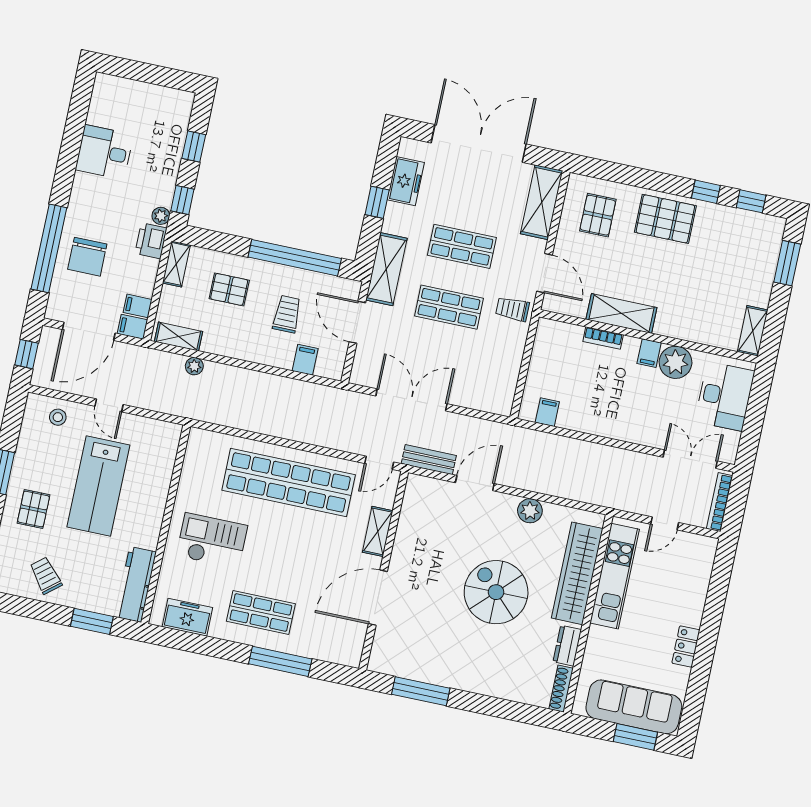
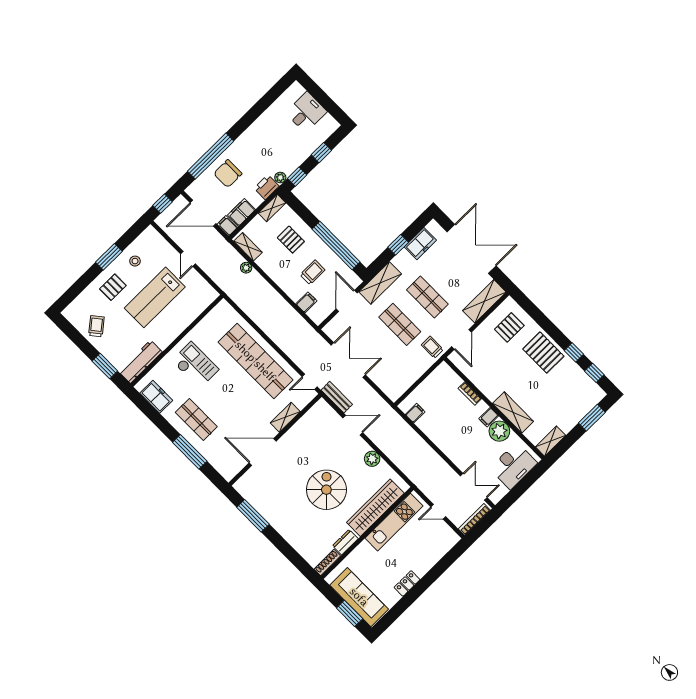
desk: (104, 152) -> (306, 112), moved, turned 90
filing cabinet: (138, 306) -> (241, 212), width x2.00
shelving: (621, 313) -> (513, 412), moved
stool: (58, 417) -> (135, 261), moved

